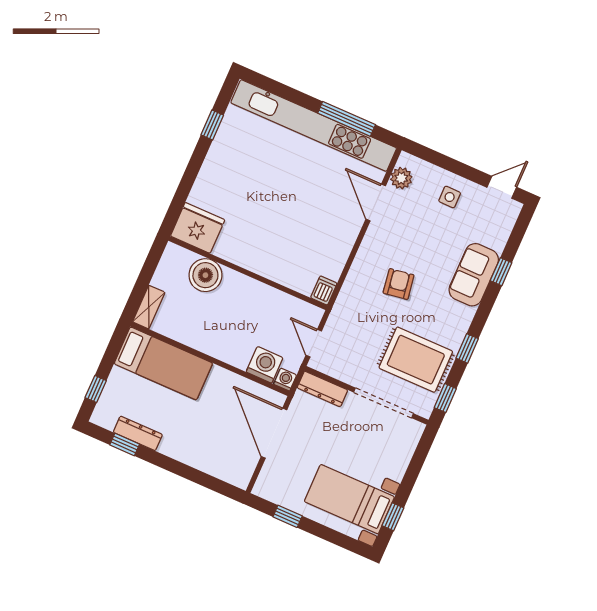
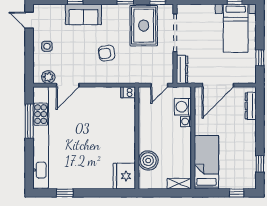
washing machine: (285, 380) -> (186, 122), moved
dresser: (138, 433) -> (251, 106), moved

